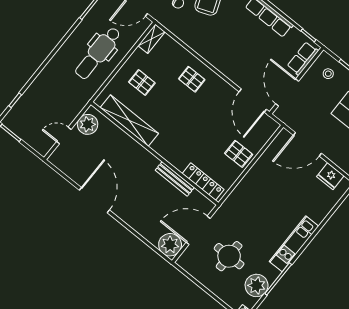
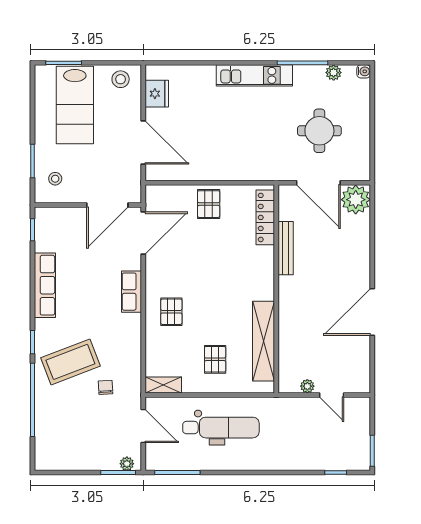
row of seats: (303, 58) -> (132, 292), moved, turned 90
plant: (88, 124) -> (307, 386), width x0.53, depth x0.53
plant: (257, 285) -> (334, 73), width x0.53, depth x0.53

